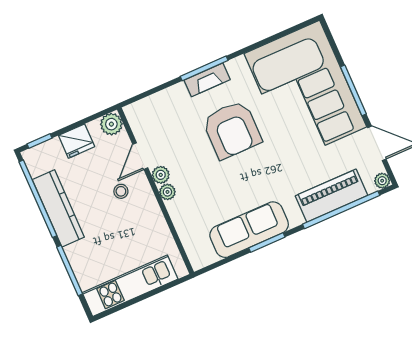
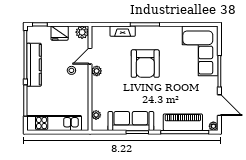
fireplace: (207, 80) -> (123, 31), moved
corner sofa: (305, 90) -> (200, 51), width x0.73, depth x0.74
plant: (167, 192) -> (96, 115), moved

